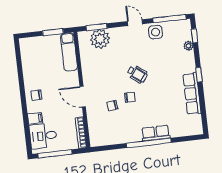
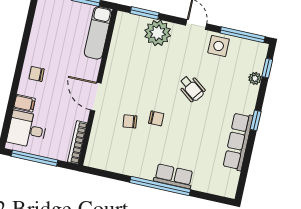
plant: (100, 39) -> (158, 33), moved
wheelchair: (137, 74) -> (192, 88), moved

